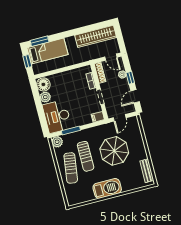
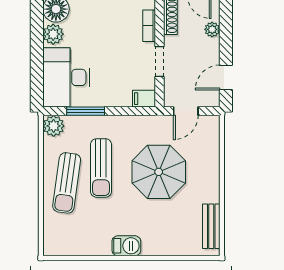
window: (130, 78) -> (226, 39), removed
barbecue: (107, 188) -> (126, 246), width x0.53, depth x0.65

